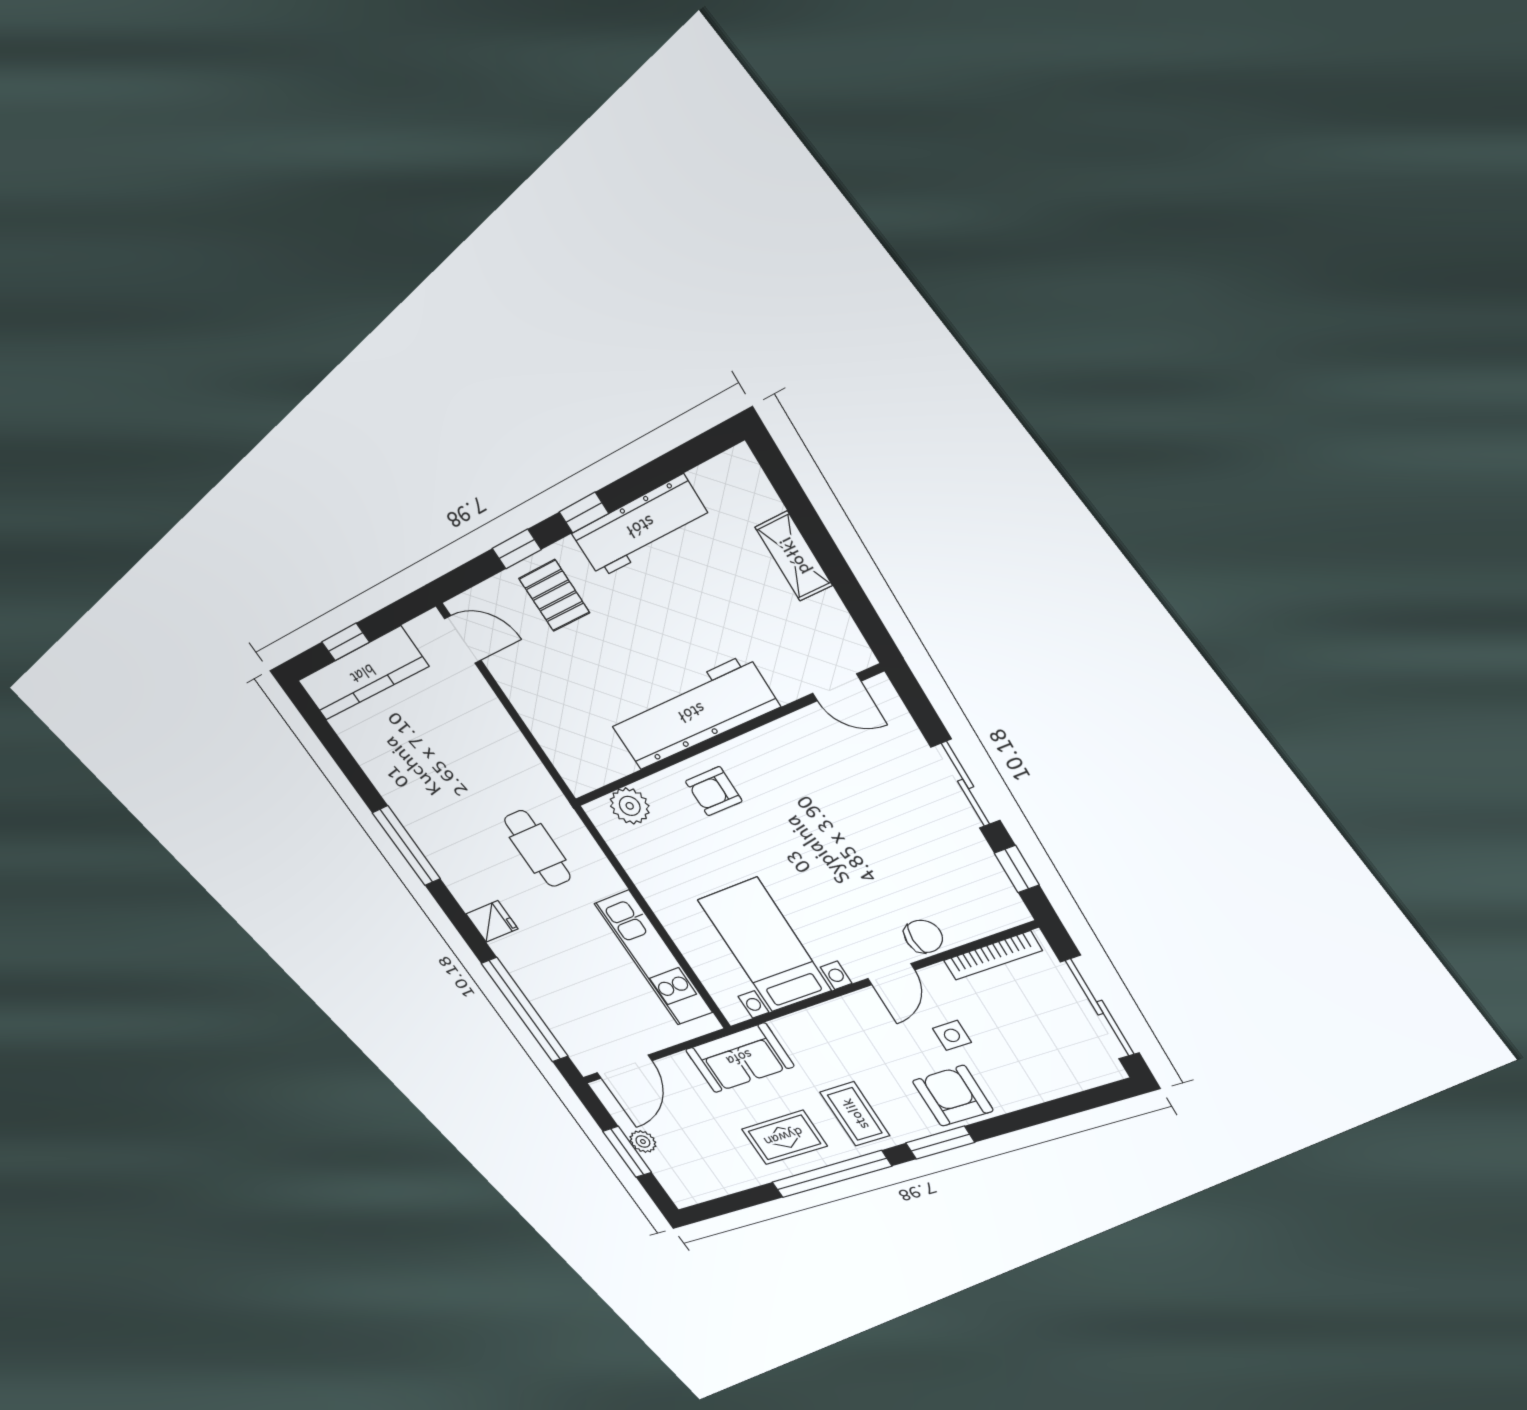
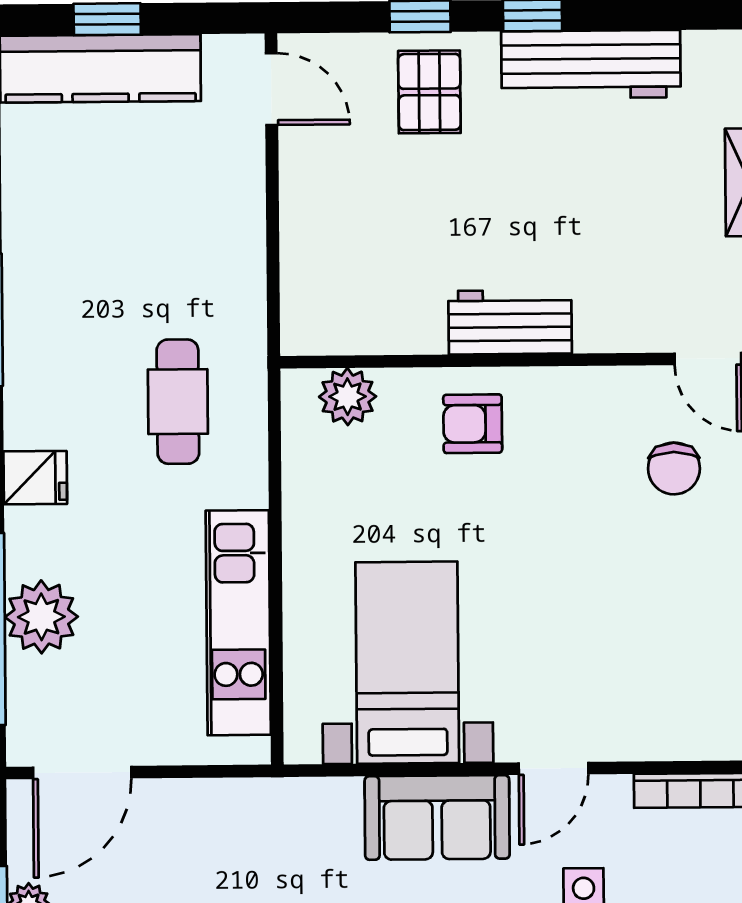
workbench: (692, 713) -> (510, 322), width x0.53, depth x0.76
chair: (923, 936) -> (674, 468), moved, turned 90
plant: (547, 994) -> (41, 617), added
sofa: (740, 1058) -> (437, 817), moved

